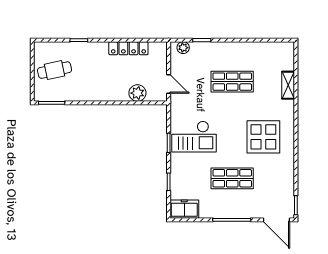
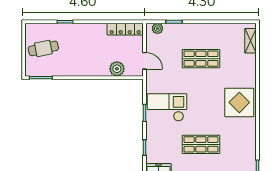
locker: (128, 48) -> (125, 29), moved
shelving: (288, 85) -> (251, 41), moved
checkout: (194, 137) -> (167, 107), turned 180
display table: (263, 137) -> (239, 102), moved

